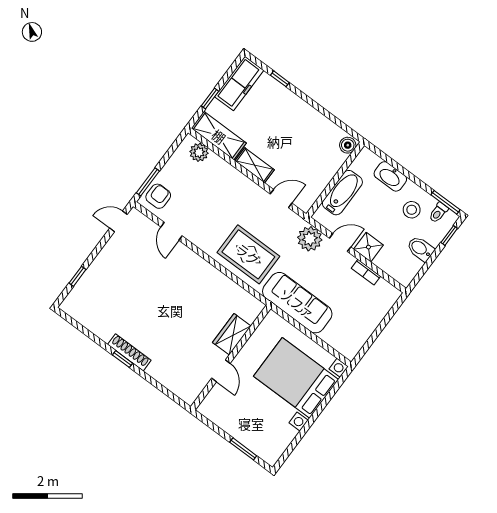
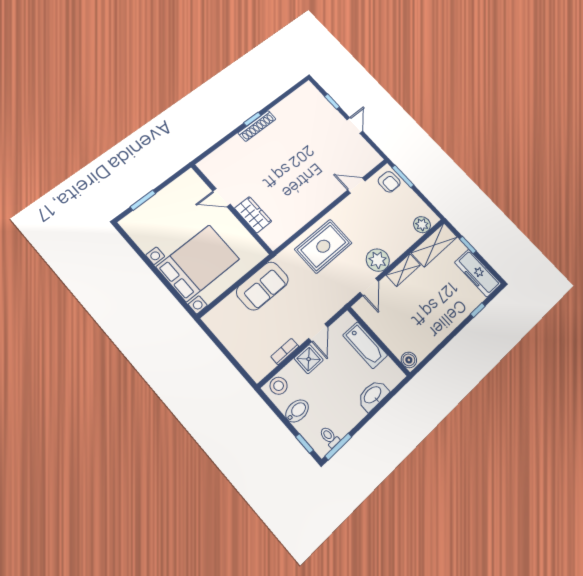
stool: (412, 210) -> (279, 386), moved
door: (118, 221) -> (355, 125), moved
plant: (310, 239) -> (378, 260), moved
sofa: (297, 303) -> (262, 286), width x0.73

